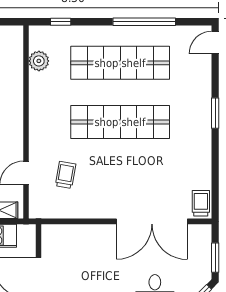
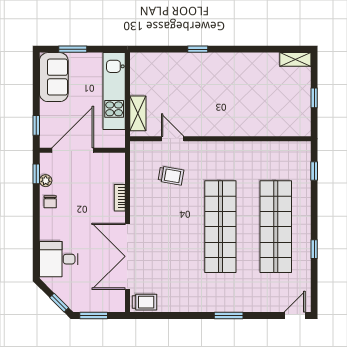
window: (144, 22) -> (314, 249), width x0.32
door: (215, 43) -> (295, 315), hinge flipped
plant: (39, 61) -> (277, 151), removed
bookcase: (89, 230) -> (120, 198), added

